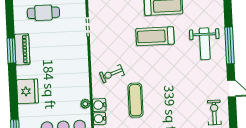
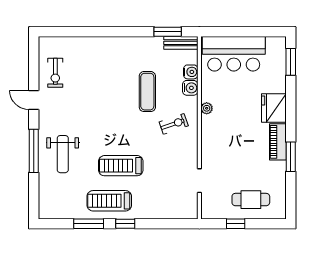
treadmill: (155, 36) -> (121, 166), turned 180
weight bench: (205, 44) -> (63, 154), turned 180
piano: (22, 49) -> (278, 142), moved
plant: (85, 104) -> (207, 108), moved

